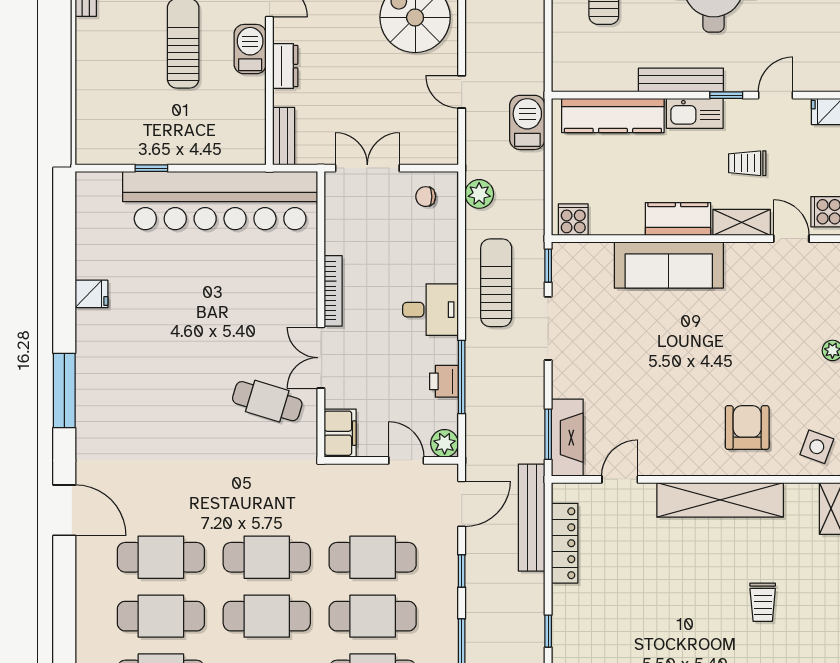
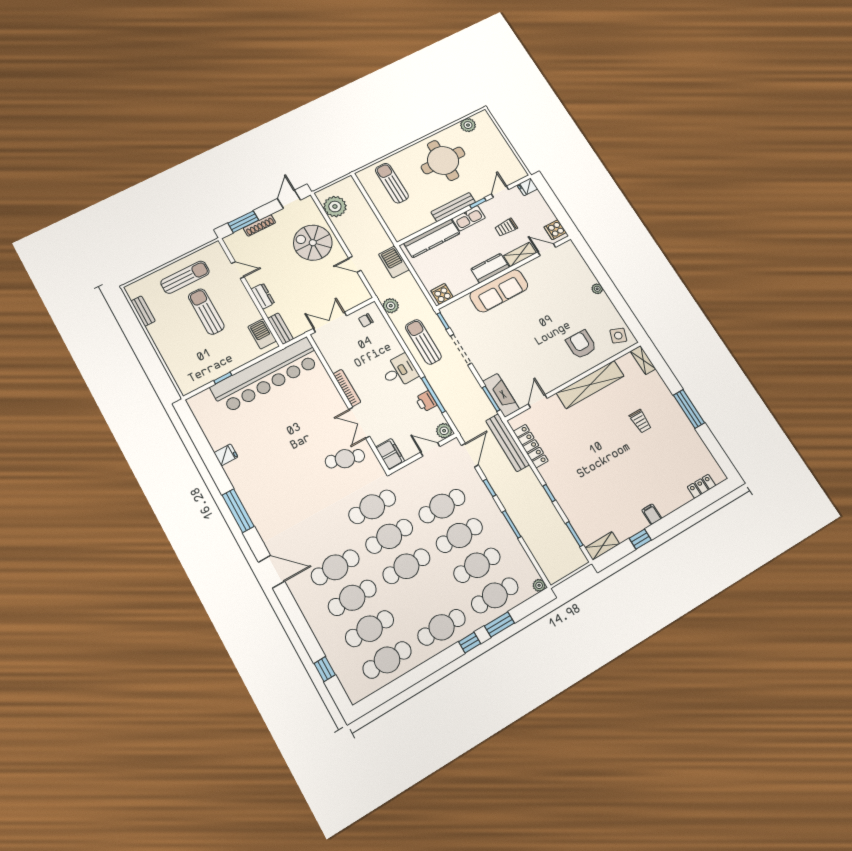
barbecue: (250, 49) -> (262, 334), moved
cafe table: (267, 498) -> (372, 507), added

